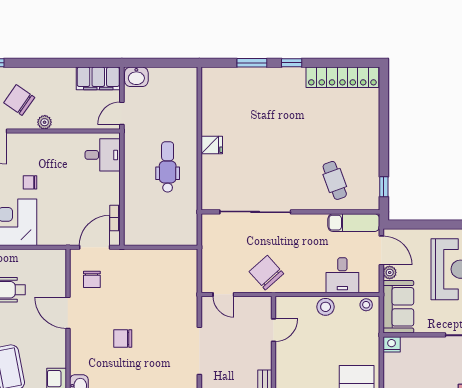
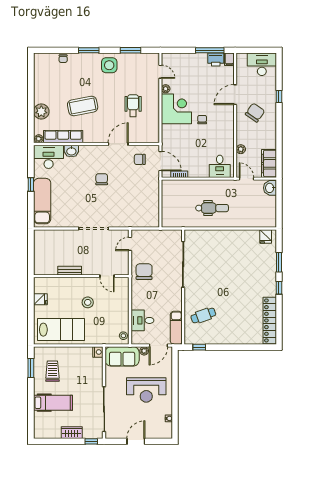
plant: (45, 122) -> (241, 149), moved
fridge: (212, 145) -> (266, 236), moved
chair: (266, 273) -> (144, 272), turned -48
stool: (326, 307) -> (88, 302), moved

